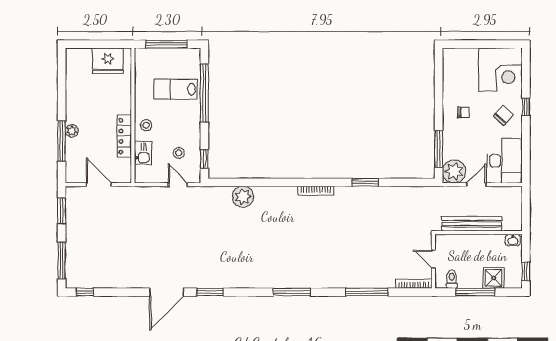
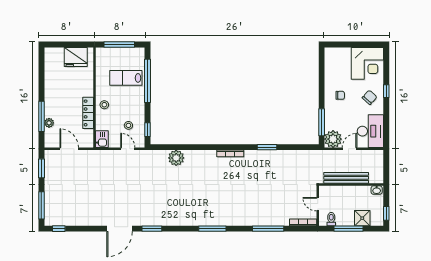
plant: (72, 131) -> (49, 123), moved
kitchen sink: (143, 153) -> (102, 139), moved

